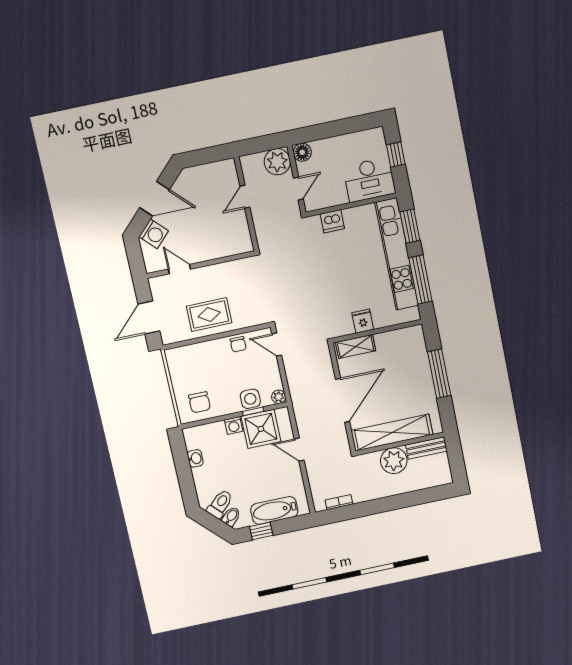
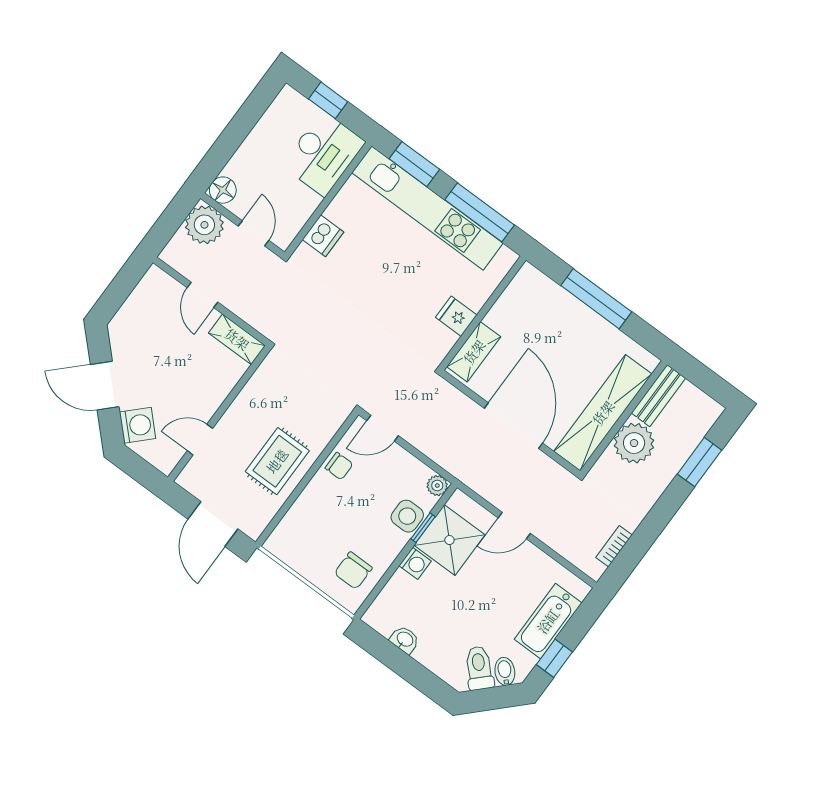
door: (154, 199) -> (105, 386), swing flipped
shelving: (243, 235) -> (237, 339), added
chair: (199, 402) -> (353, 571), turned 90
window: (417, 498) -> (700, 462), added

